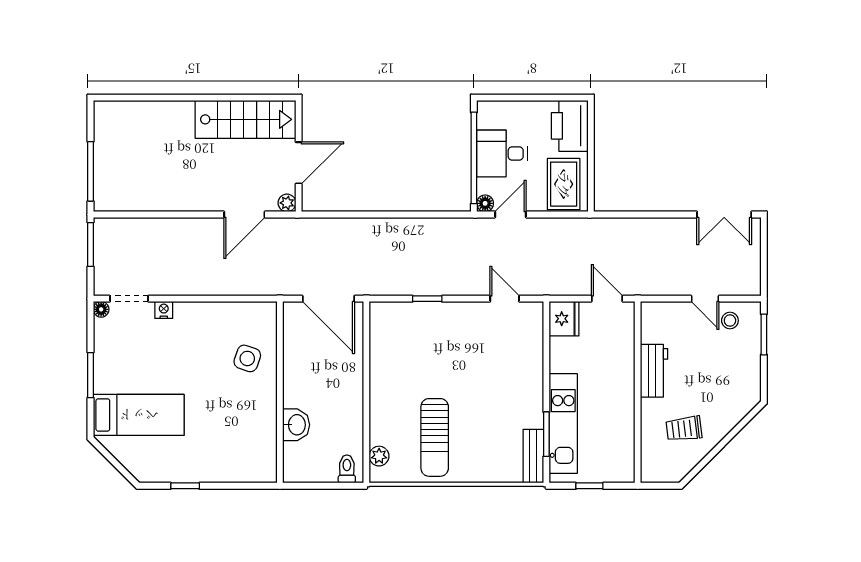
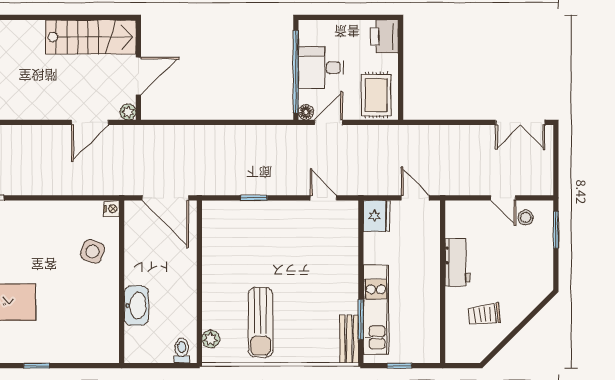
printer: (570, 126) -> (384, 37), width x0.73, depth x0.84
nightstand: (164, 310) -> (112, 209), moved, turned 90
washbasin: (296, 425) -> (136, 306), width x1.38

